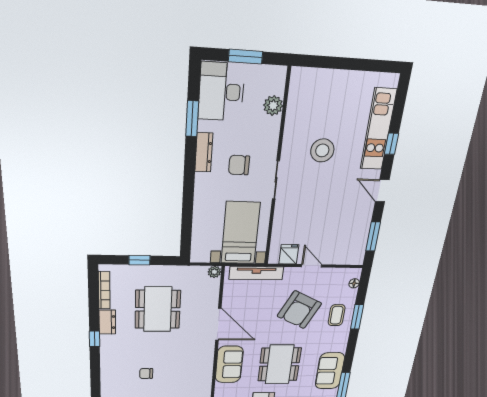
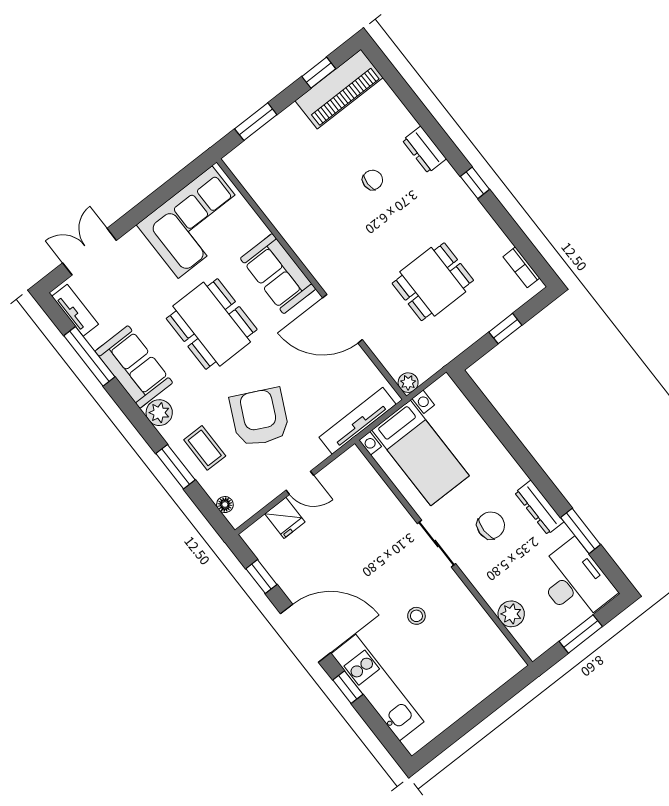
stool: (322, 150) -> (416, 616), width x0.53, depth x0.53
door: (382, 191) -> (306, 633), width x1.88
window: (373, 236) -> (261, 577), width x0.67
fridge: (289, 254) -> (285, 518), moved
bookcase: (104, 290) -> (521, 267), width x0.64
dining table: (158, 309) -> (433, 282), width x0.73
dresser: (107, 322) -> (424, 150), moved
plant: (340, 345) -> (159, 413), added

